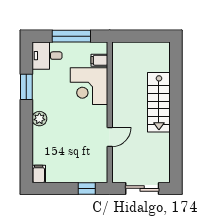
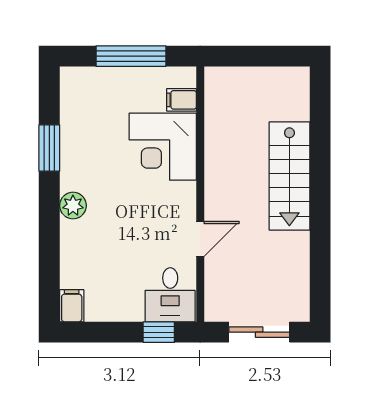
desk: (47, 56) -> (170, 295), moved, turned -90

